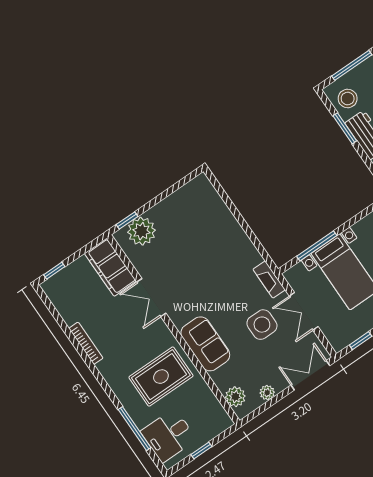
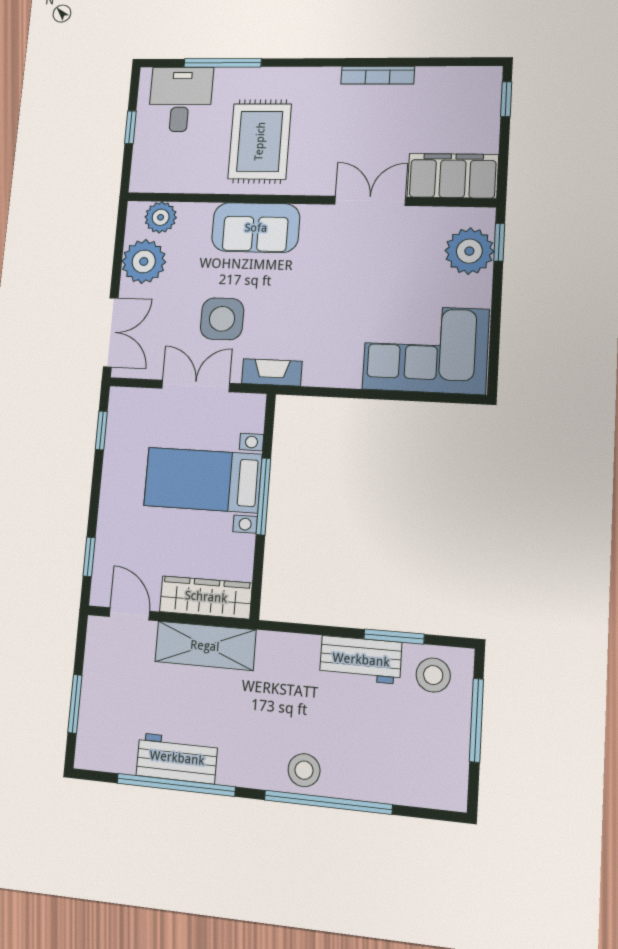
corner sofa: (203, 216) -> (425, 349), added
window: (317, 246) -> (263, 496), moved
plant: (267, 393) -> (144, 261), width x1.88, depth x1.88

